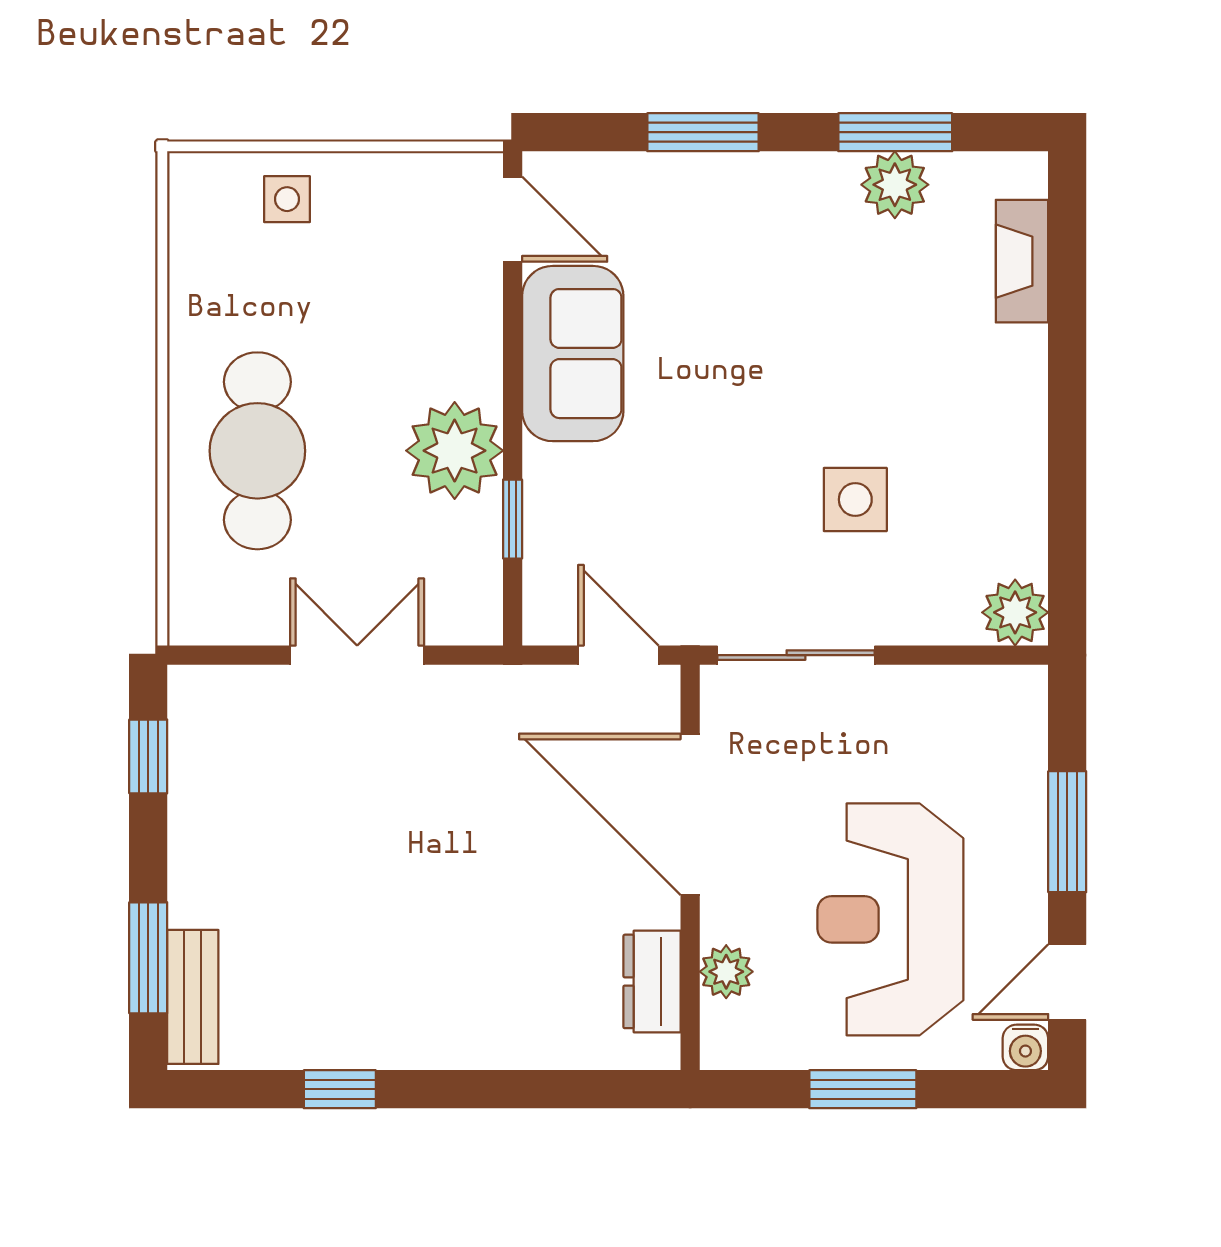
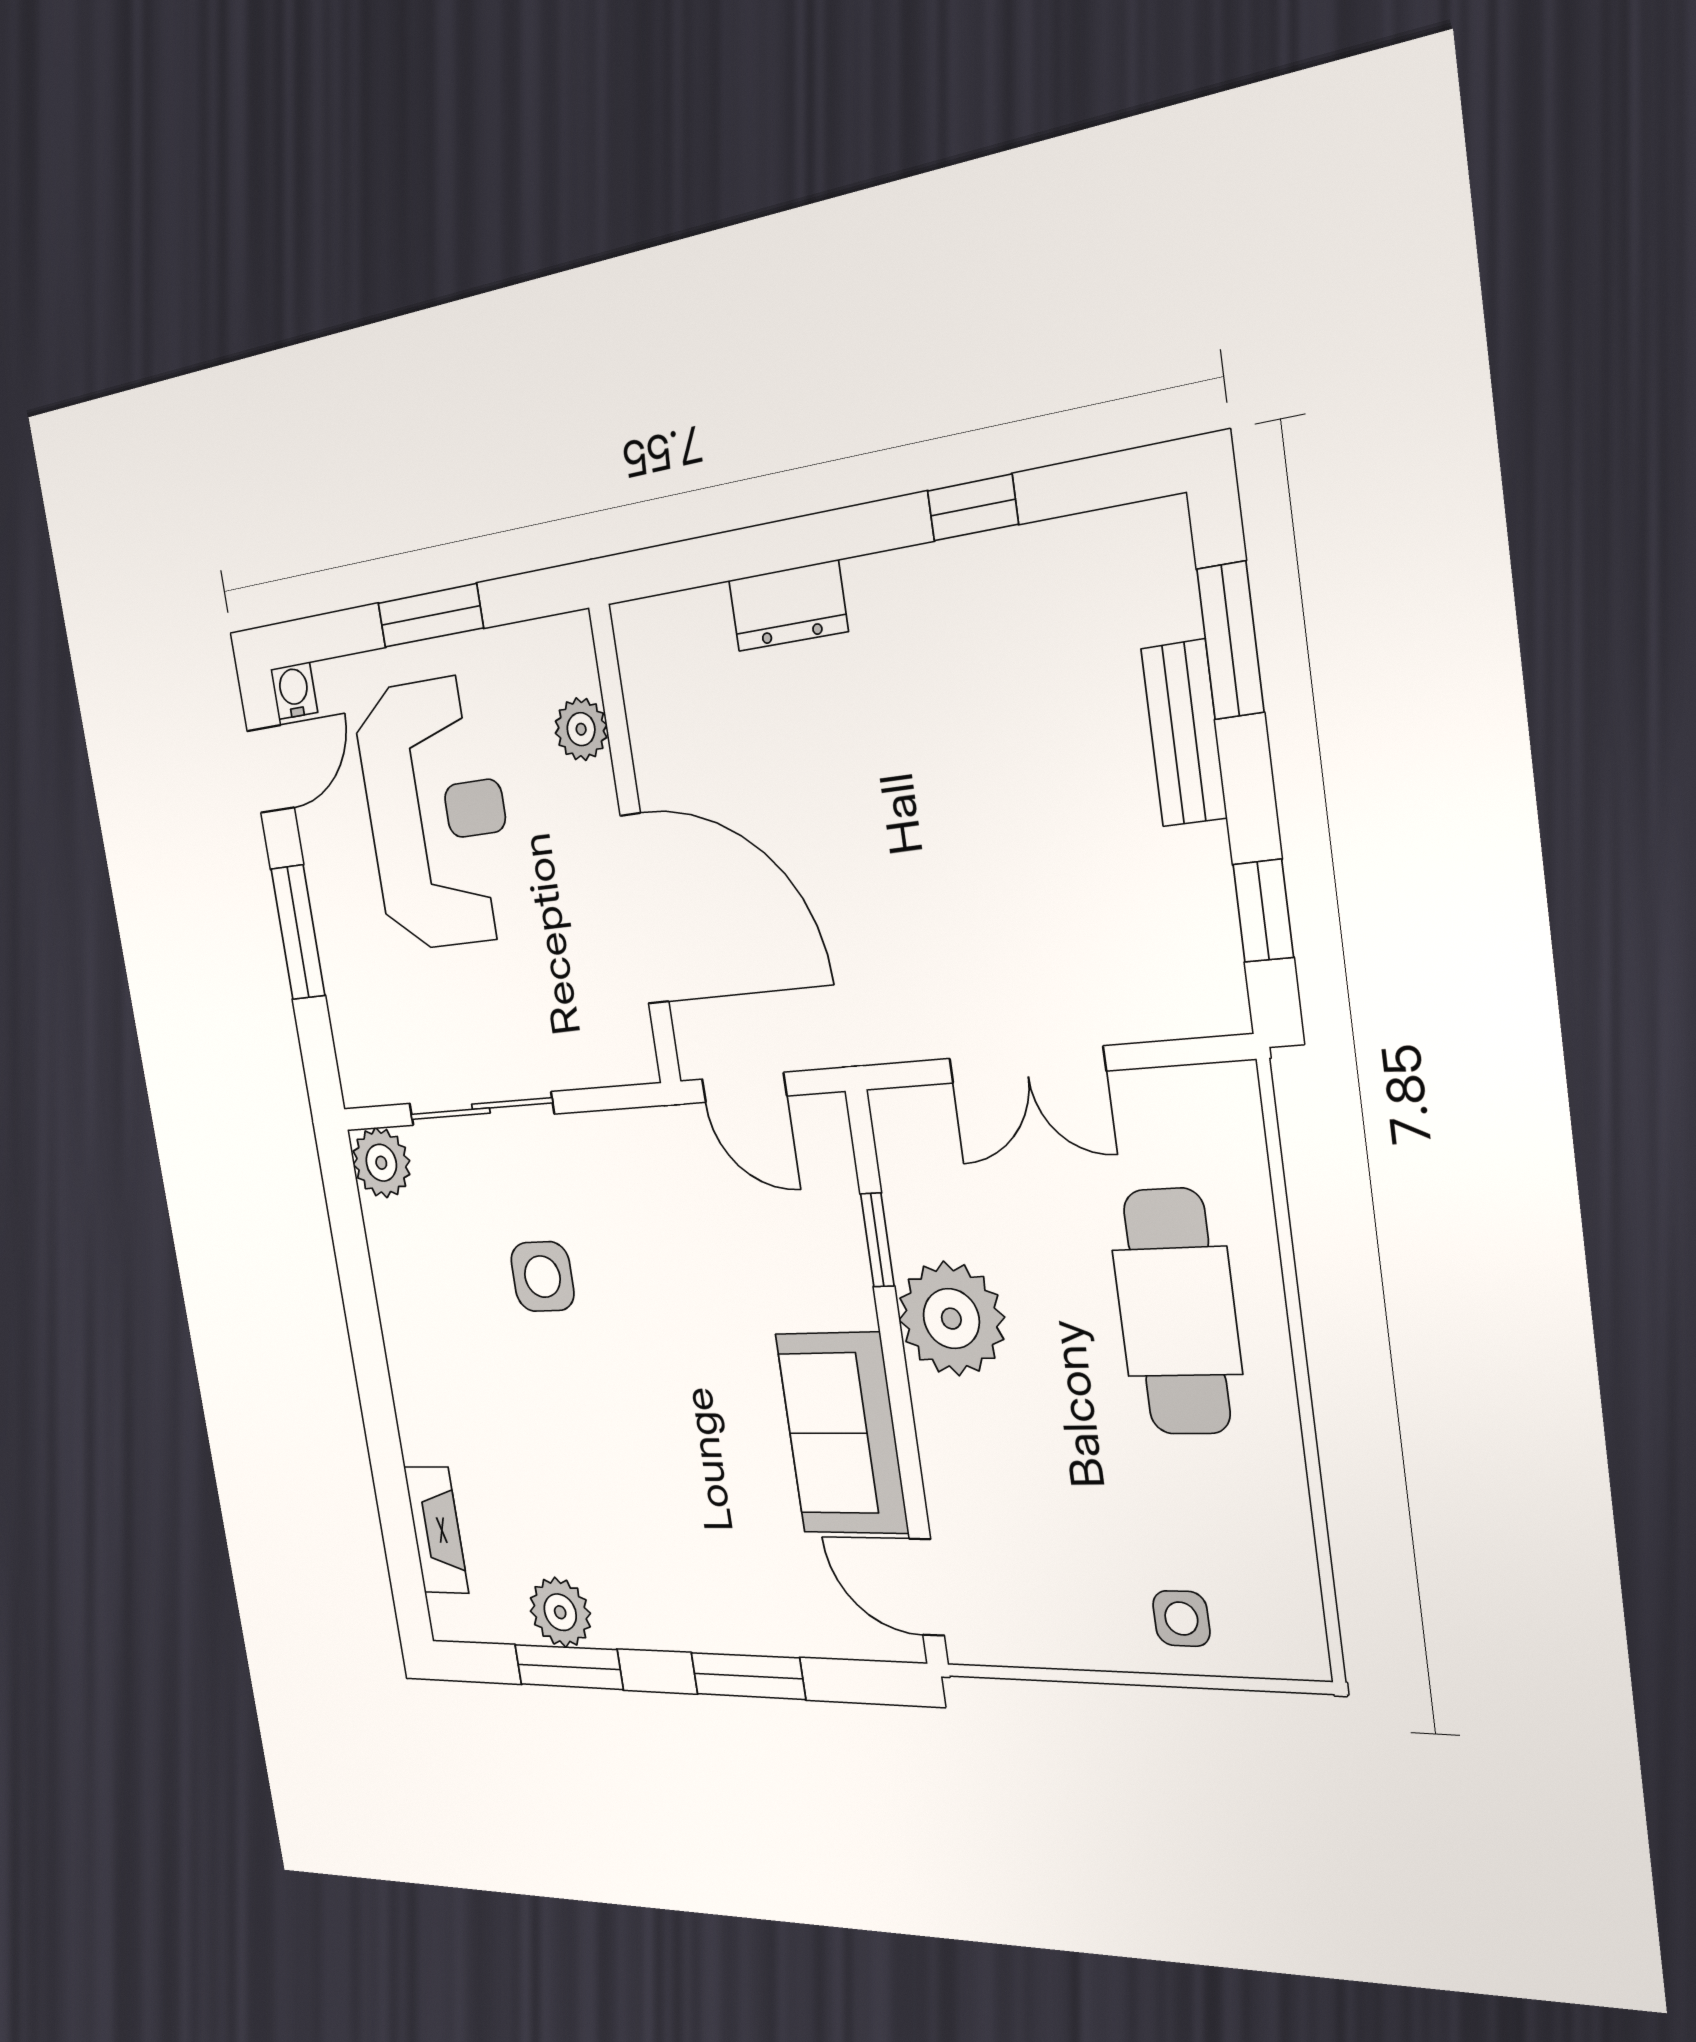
sliding door: (796, 655) -> (481, 1109), moved
dresser: (652, 981) -> (788, 606), moved, turned 90
bench: (193, 997) -> (1184, 733), moved

